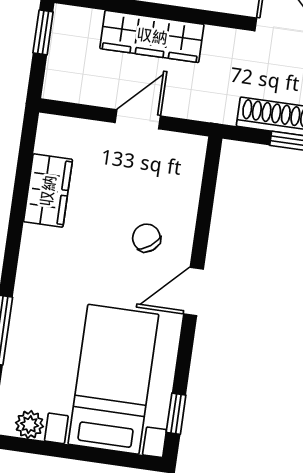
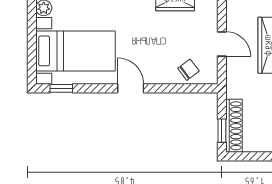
chair: (146, 238) -> (188, 70), moved

